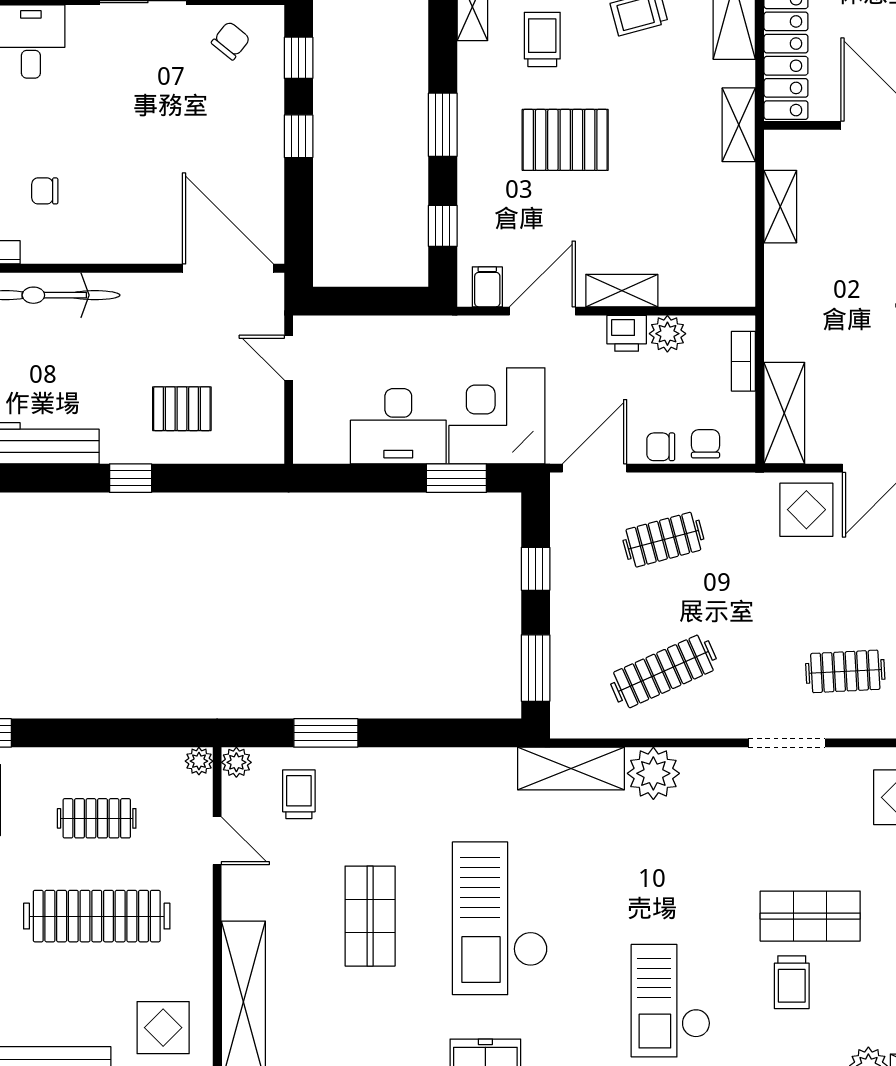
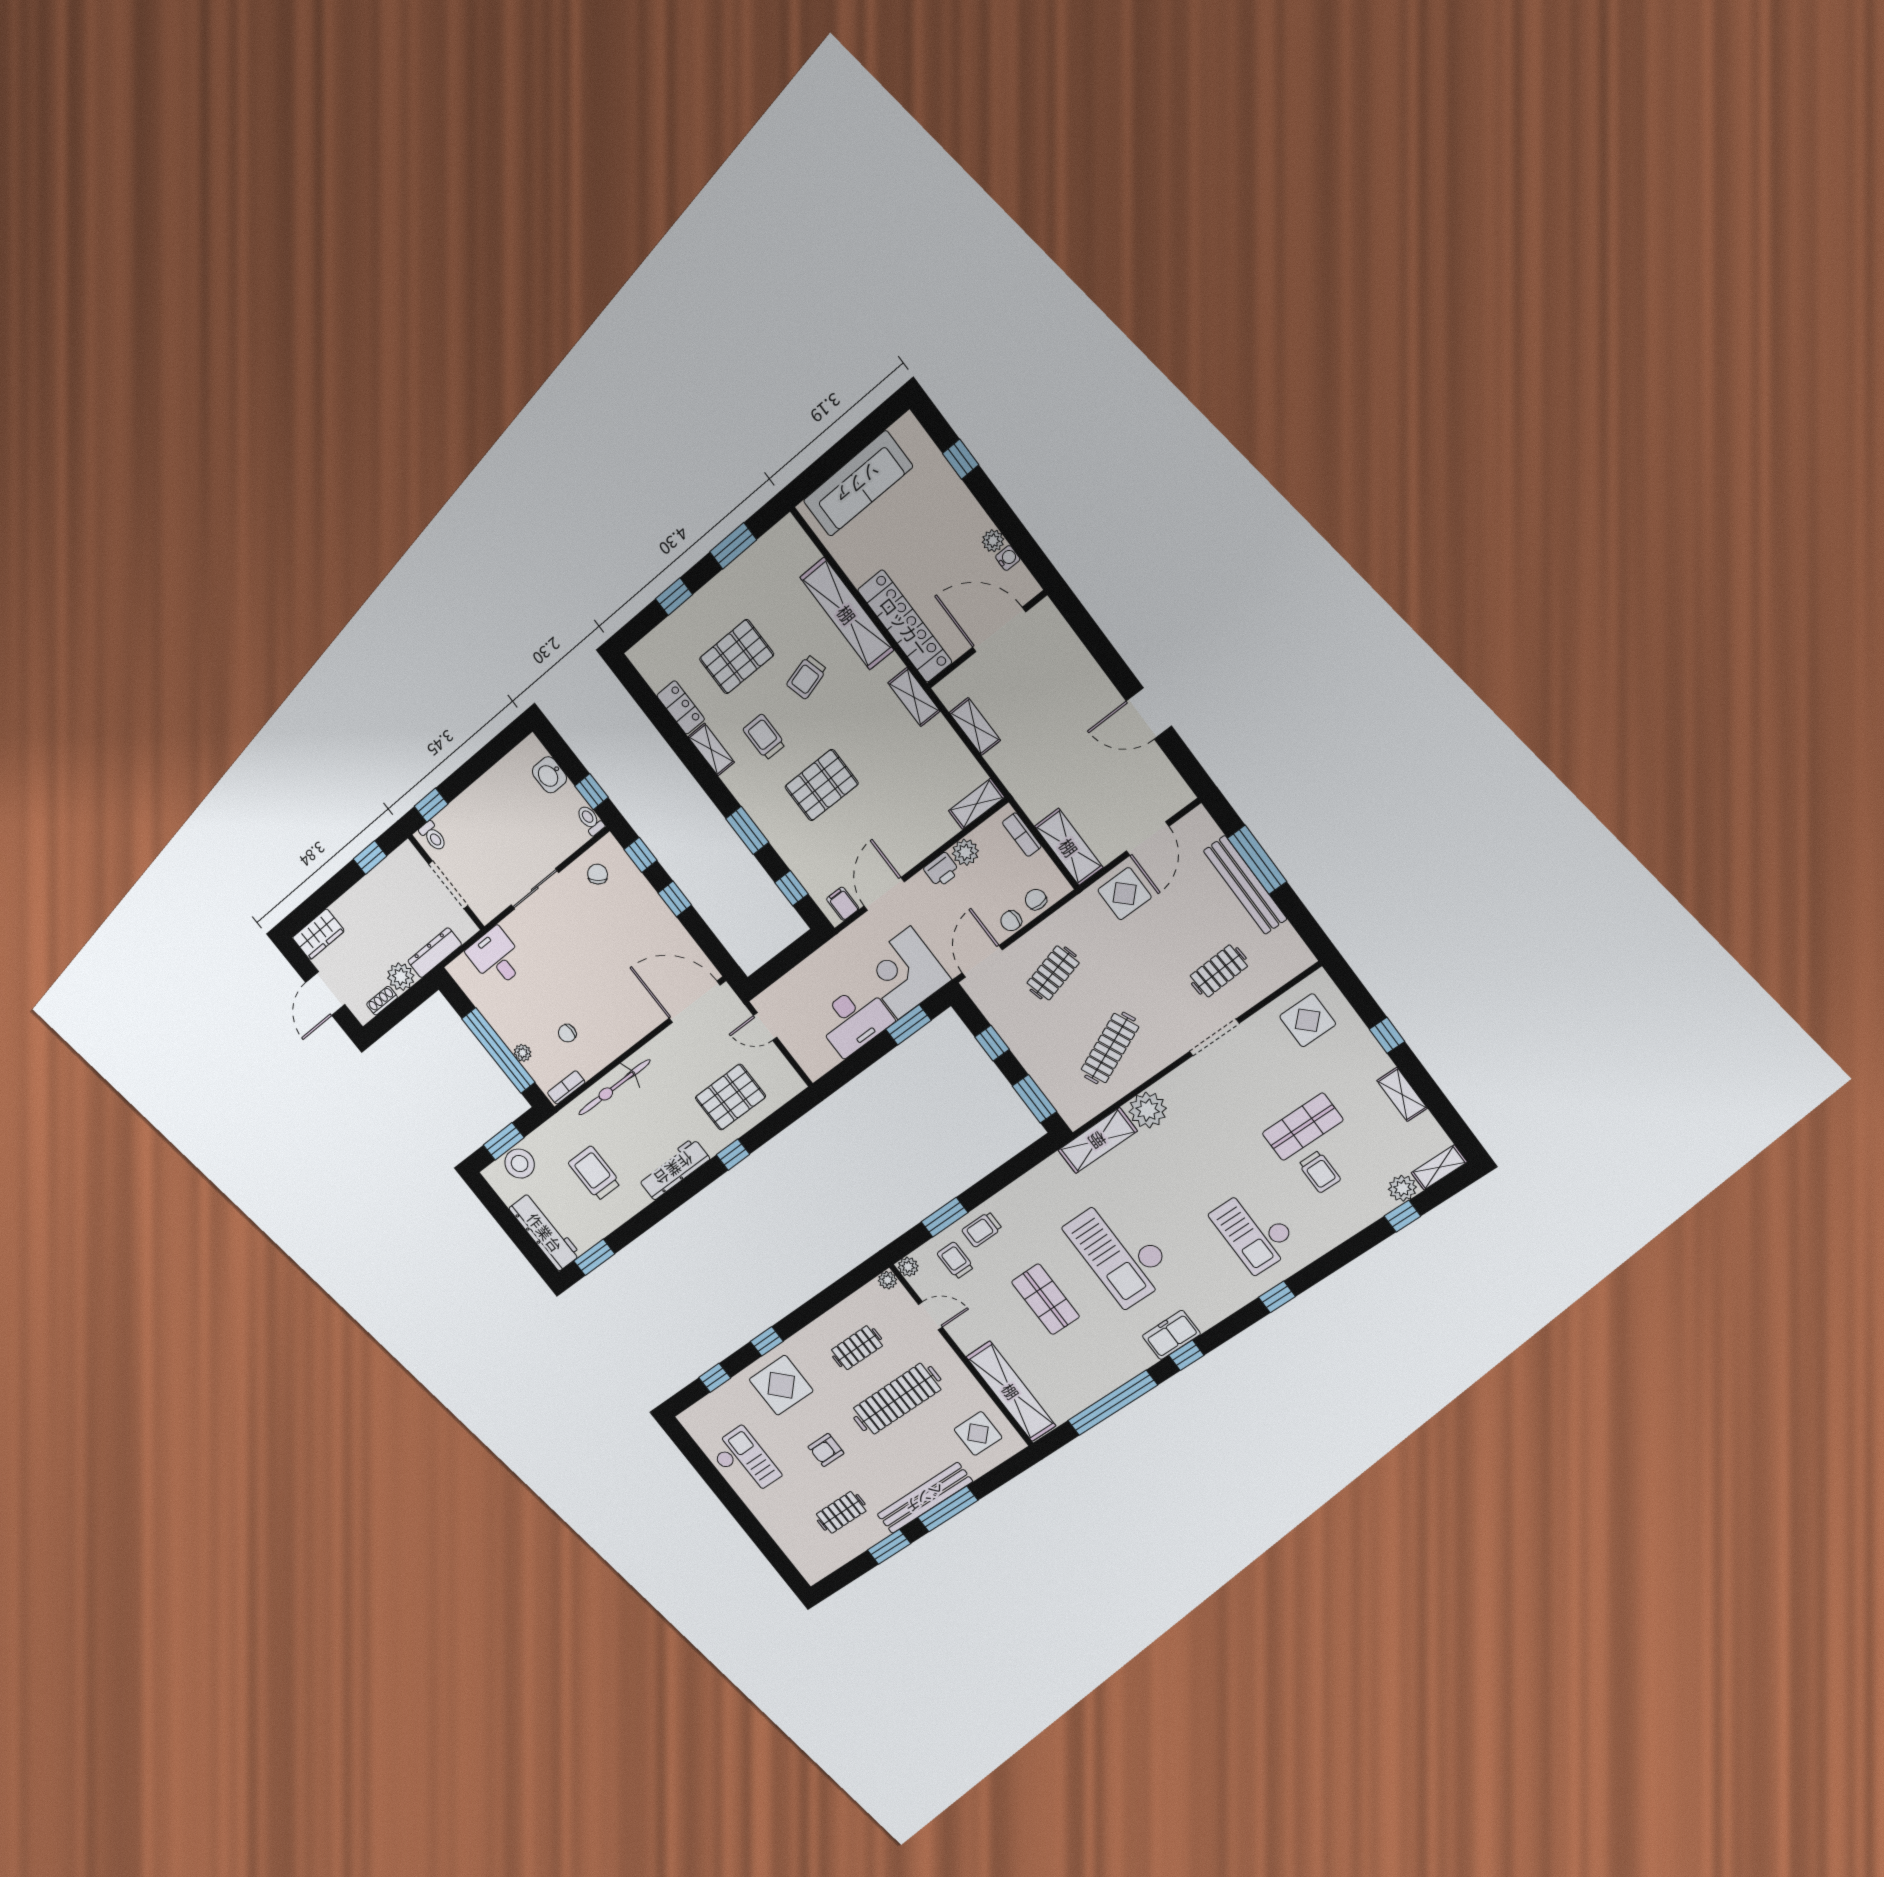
shelving: (622, 291) -> (977, 804), moved
pallet: (182, 409) -> (730, 1097), width x1.50, depth x1.42
trolley: (359, 779) -> (982, 1229), added

